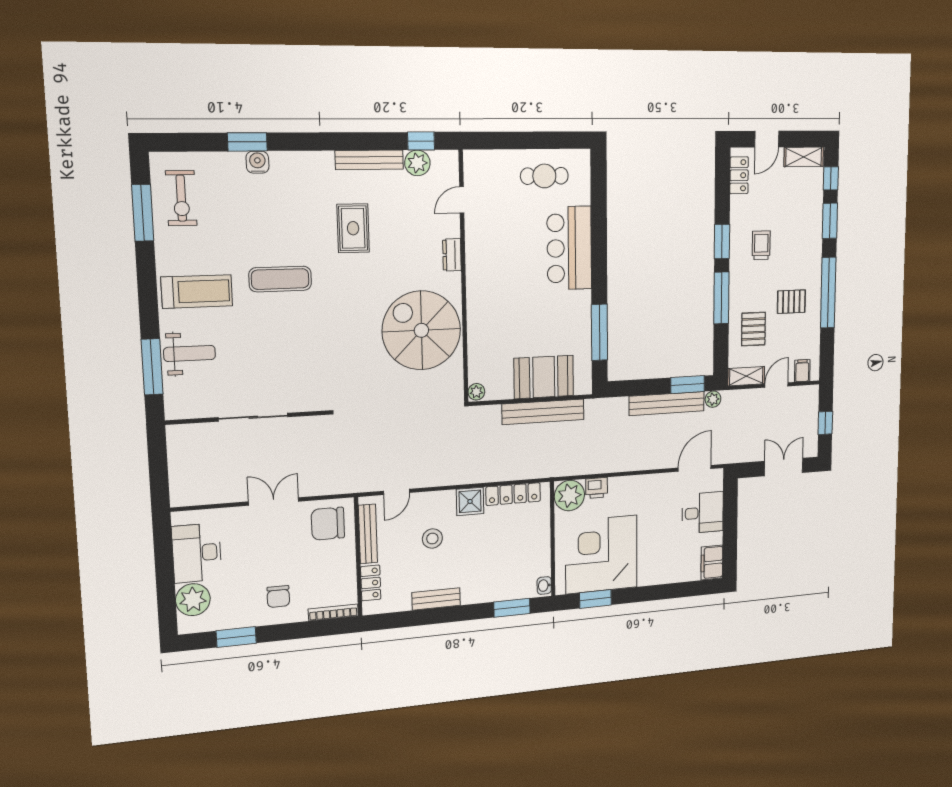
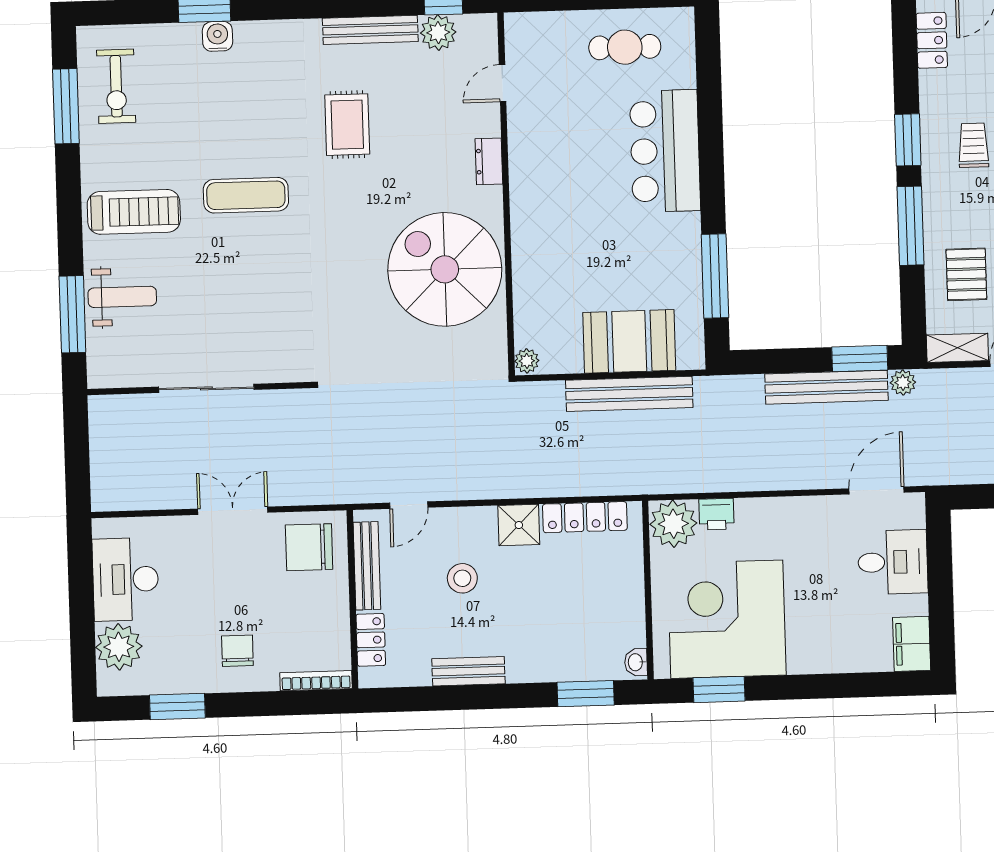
chair: (278, 596) -> (237, 651), turned 180

